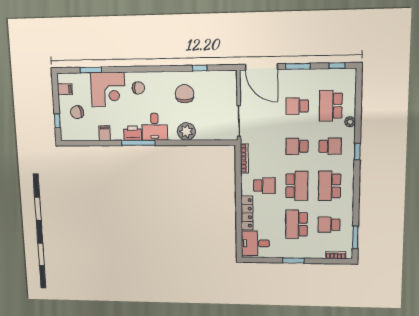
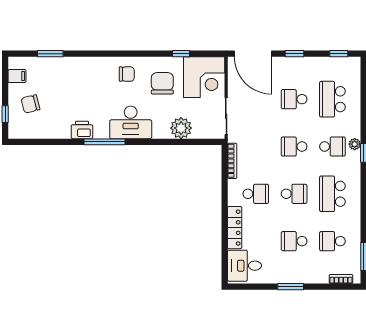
window: (298, 66) -> (295, 54), width x0.67
chair: (138, 88) -> (127, 74), moved
corner desk: (108, 90) -> (204, 77), moved
plant: (350, 122) -> (355, 144), moved
desk: (155, 127) -> (131, 122), width x1.37
plant: (186, 131) -> (181, 128), moved
filing cabinet: (105, 133) -> (63, 130), removed
printer: (133, 133) -> (82, 130), moved
school desk: (297, 186) -> (294, 194), width x0.54
school desk: (297, 224) -> (294, 241), width x0.54

